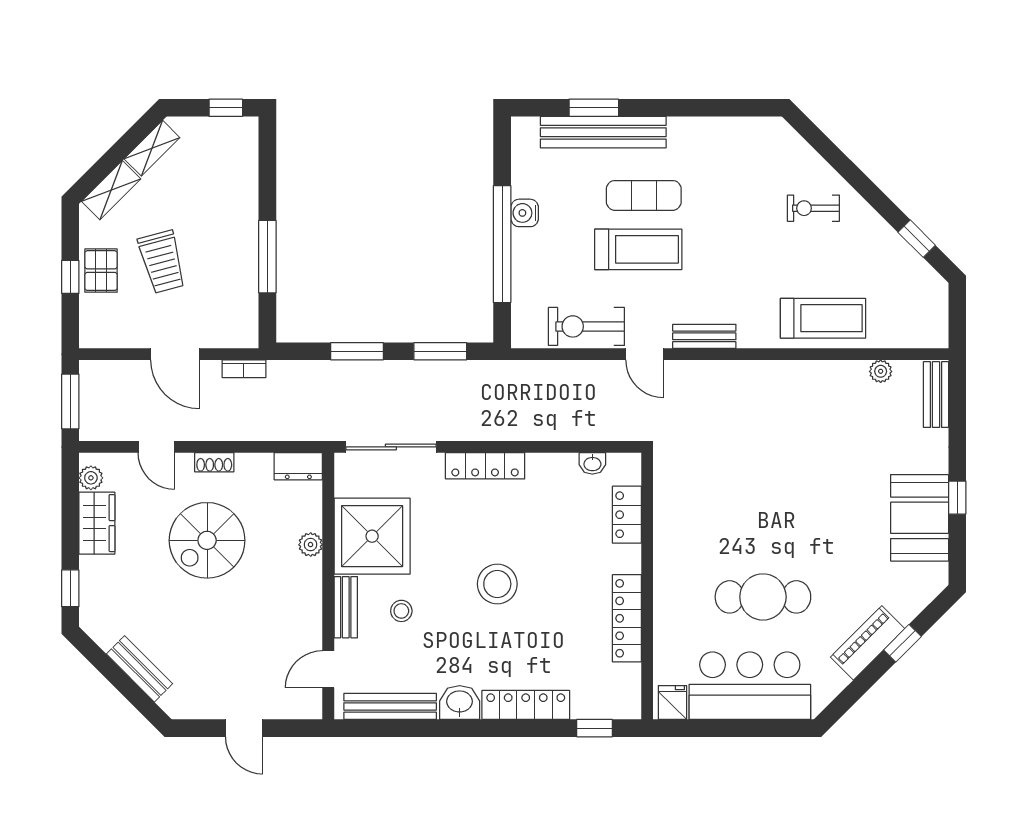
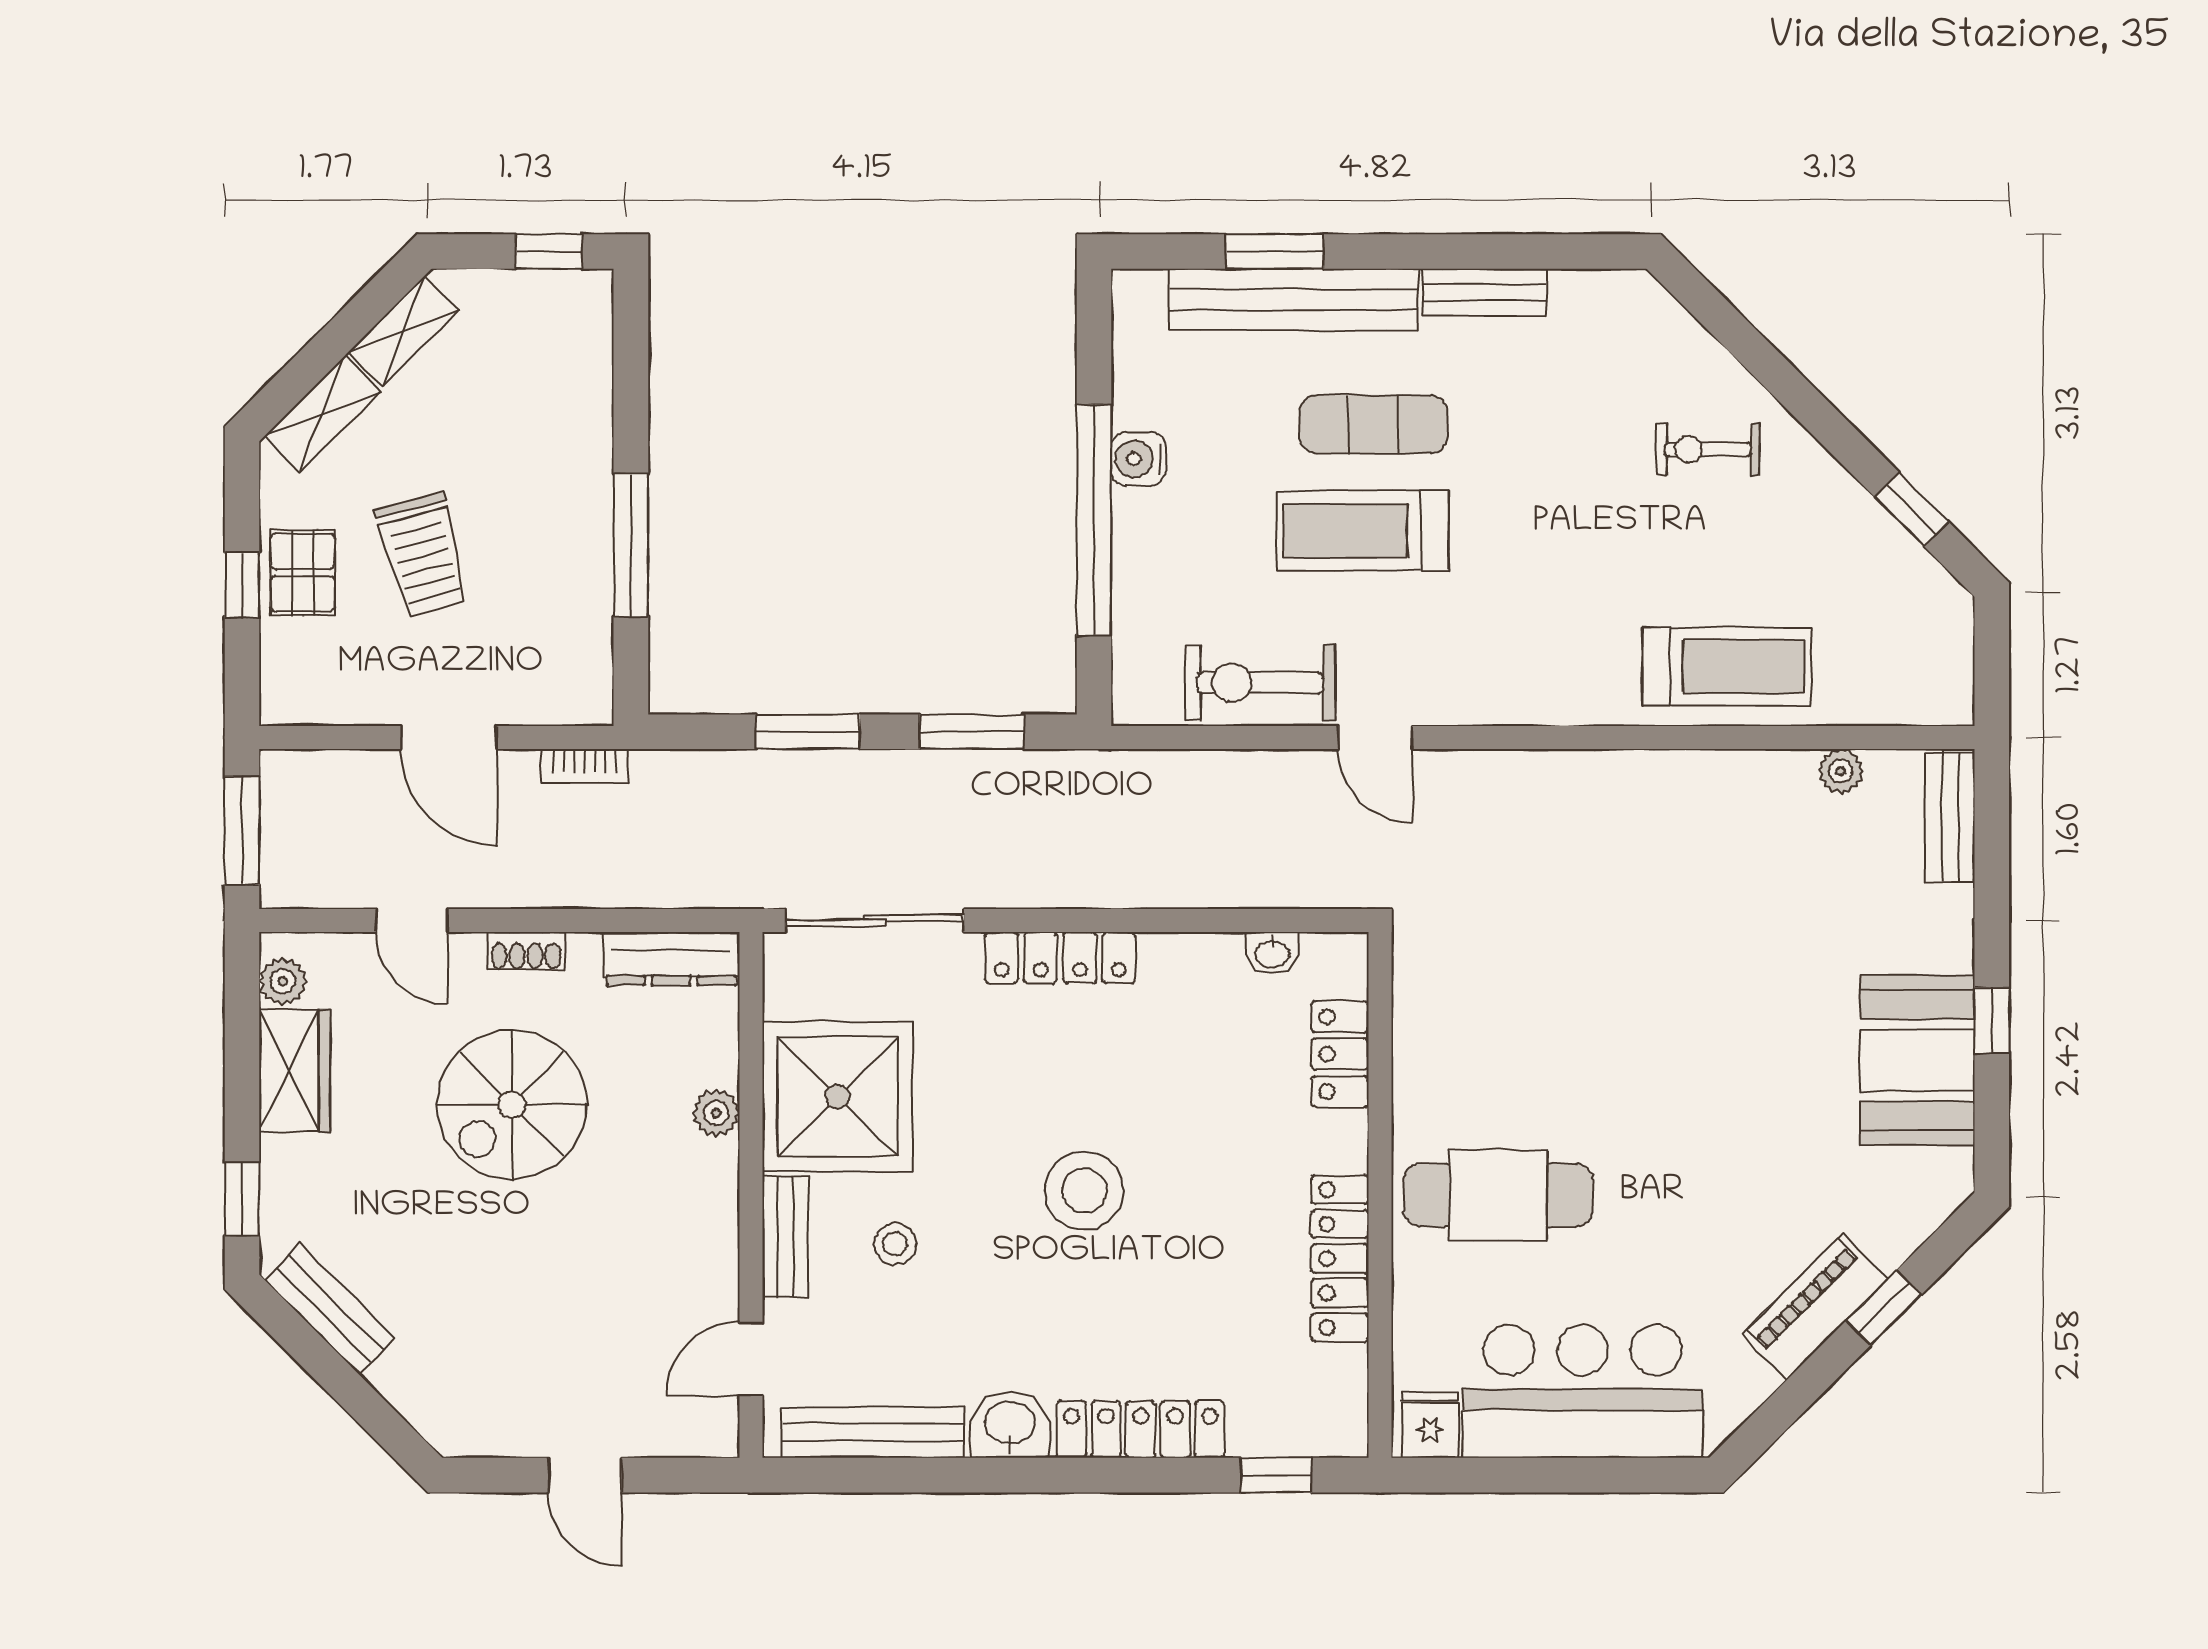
treadmill: (638, 249) -> (1362, 531), turned 180
bench: (704, 336) -> (1485, 292), moved
dresser: (298, 466) -> (671, 959), width x1.44
cafe table: (763, 597) -> (1498, 1195), moved
bench: (139, 669) -> (329, 1309), moved

